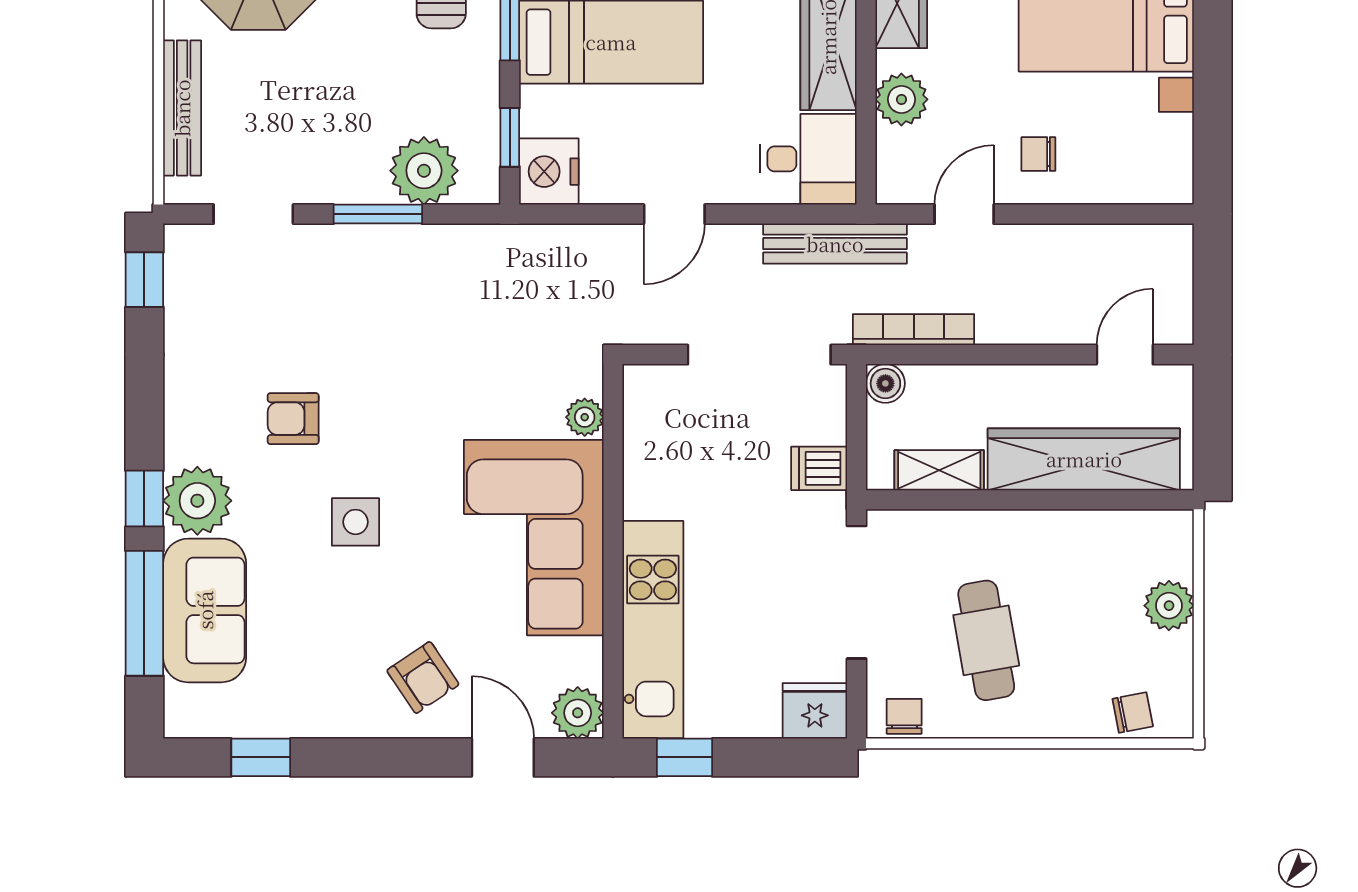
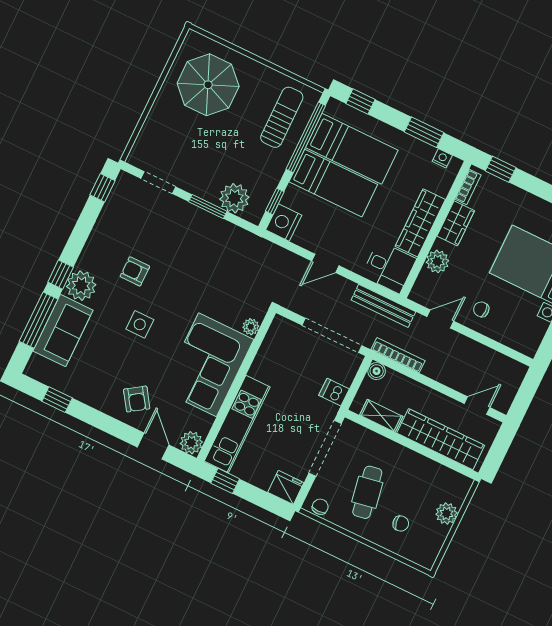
bench: (182, 108) -> (150, 127), removed
chair: (1133, 713) -> (401, 524), moved

